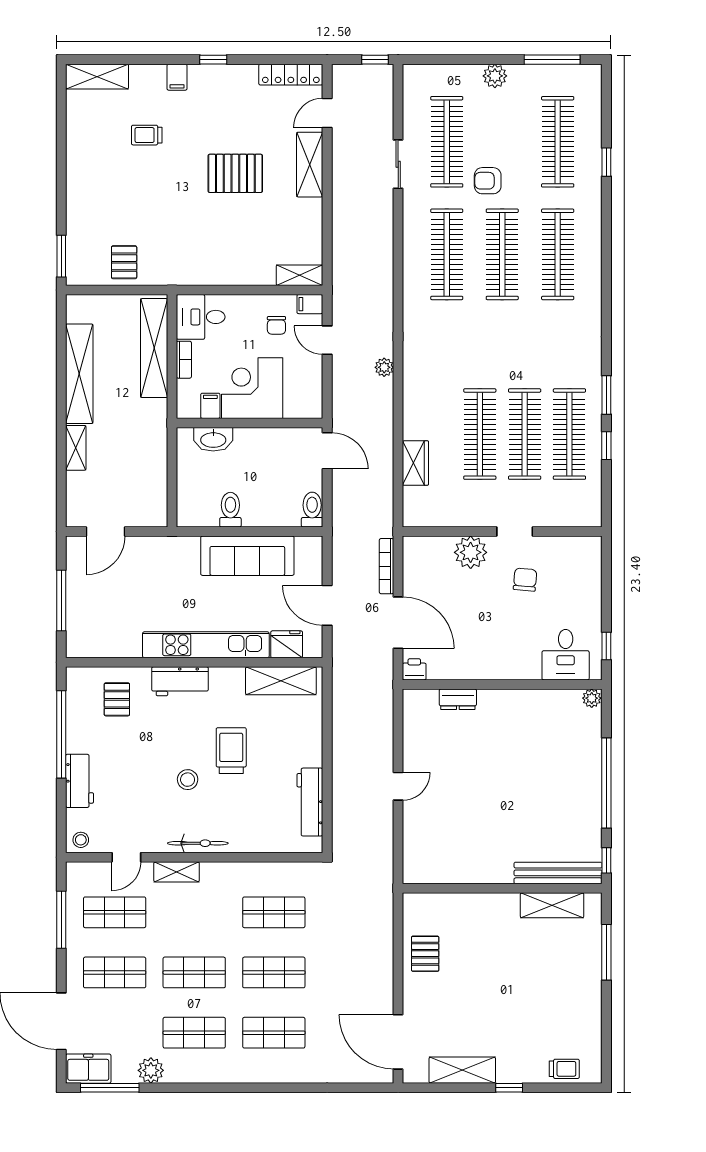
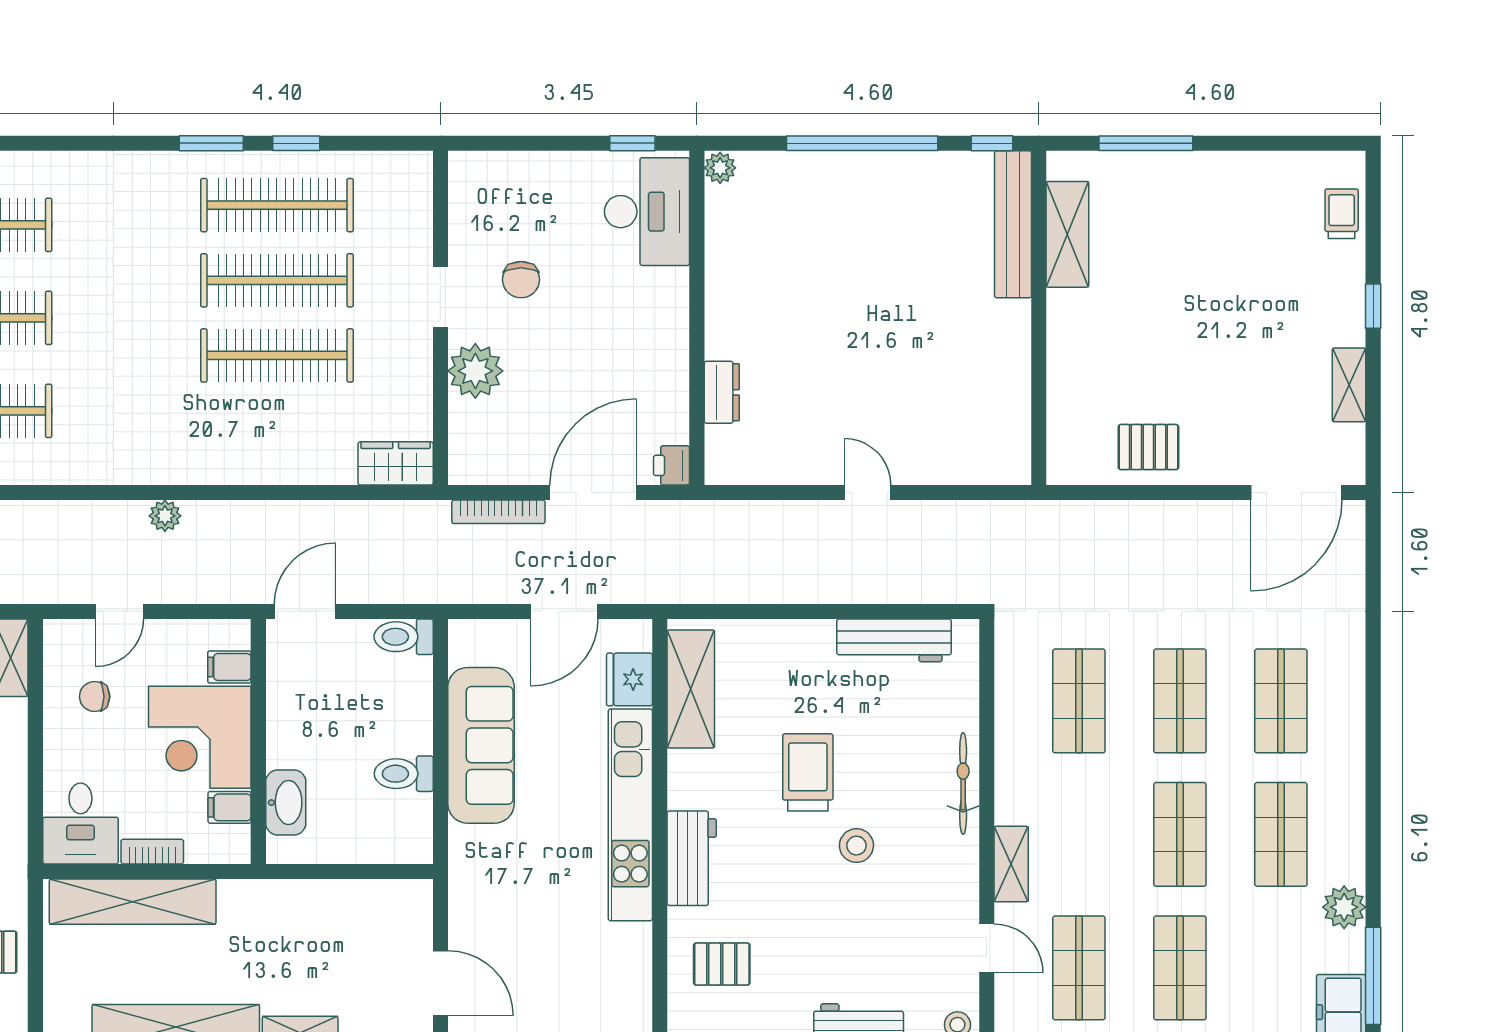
filing cabinet: (310, 304) -> (229, 667), moved, turned 90
chair: (276, 325) -> (95, 697), turned 180
wardrobe: (415, 463) -> (396, 463), moved
chair: (525, 580) -> (521, 280), turned -95
desk: (566, 655) -> (647, 212), width x1.37
trolley: (231, 751) -> (808, 772), turned 90
bicycle: (198, 843) -> (963, 783), moved
shelving: (462, 1070) -> (1349, 385), width x0.67, depth x0.75

